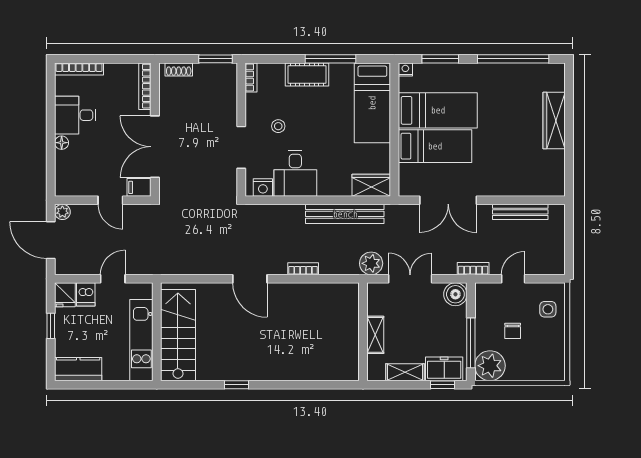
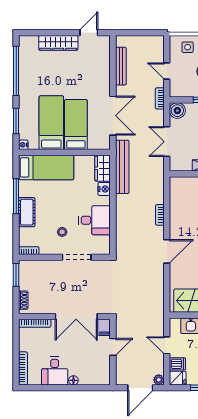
door: (569, 165) -> (89, 33), added
nightstand: (263, 187) -> (104, 189), moved
plant: (62, 212) -> (159, 380), moved
bench: (345, 214) -> (122, 167), moved
plant: (371, 263) -> (156, 168), removed

